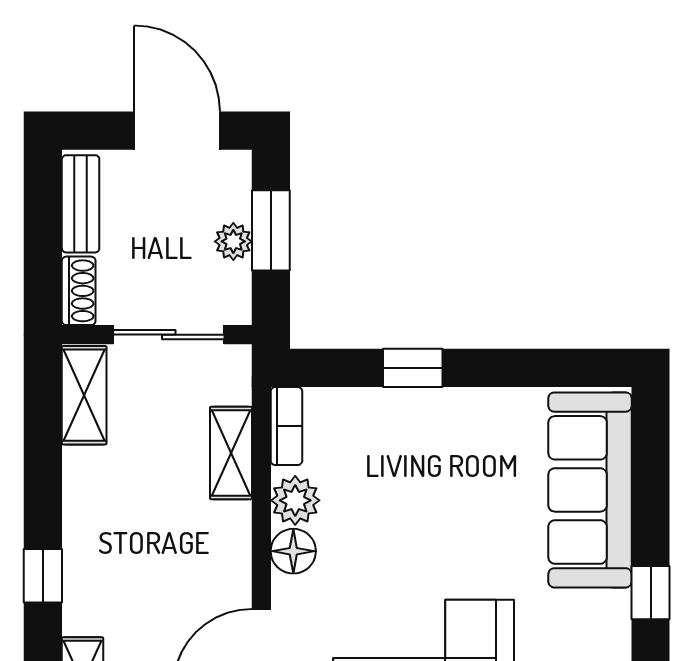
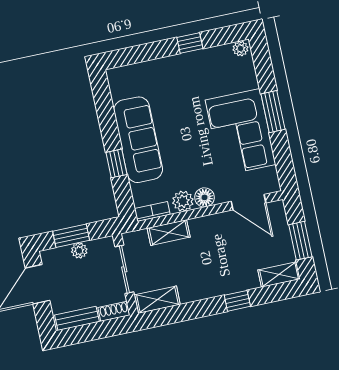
sofa: (590, 490) -> (138, 140), moved, turned -90

